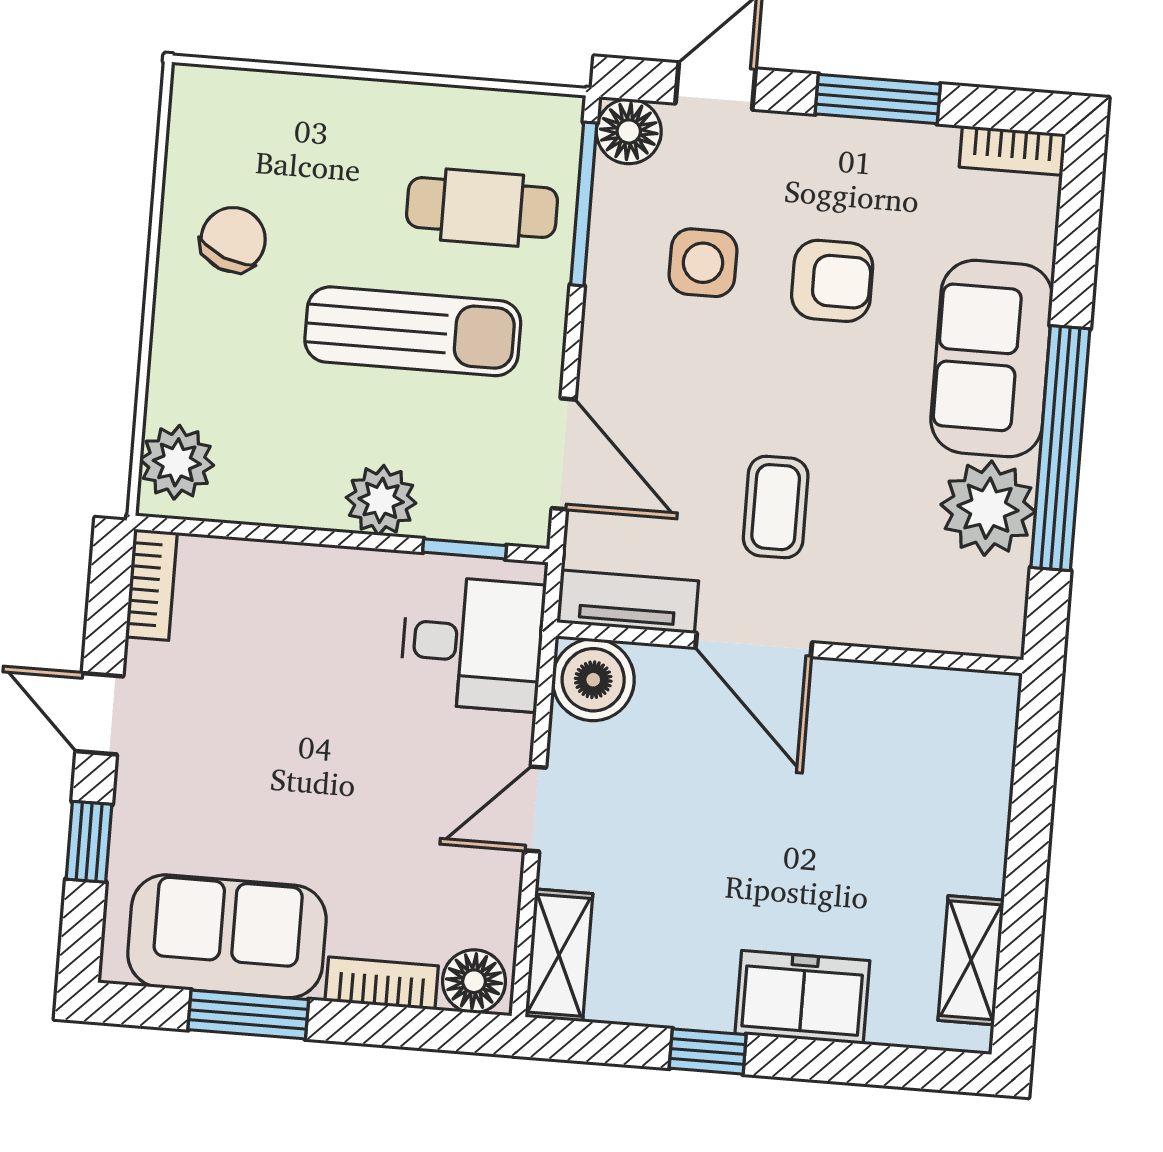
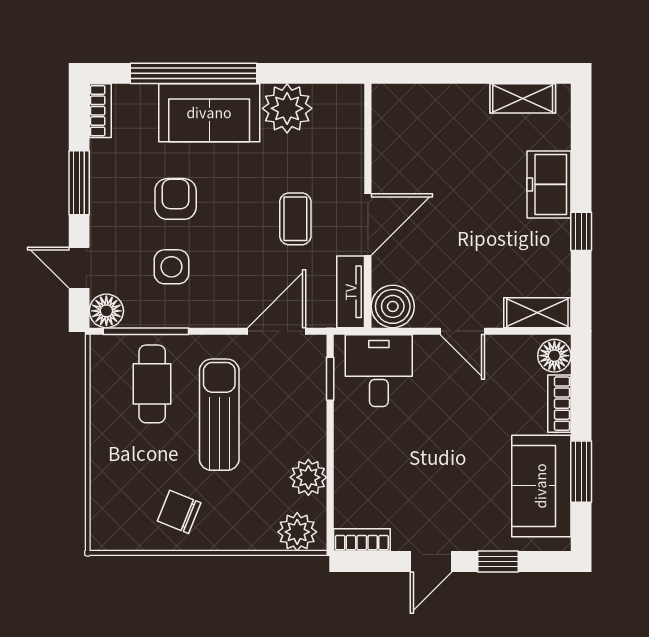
window: (1060, 448) -> (194, 73), moved
plant: (381, 500) -> (308, 477), moved
coffee table: (776, 507) -> (295, 219), turned 90

